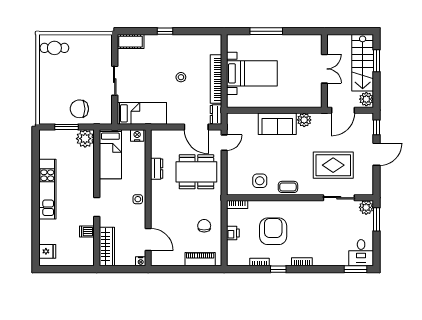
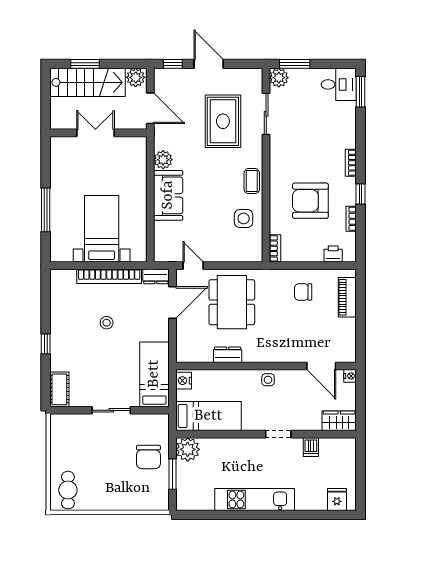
printer: (233, 233) -> (333, 254), moved
door: (148, 239) -> (321, 366), swing flipped
wardrobe: (107, 247) -> (339, 421), width x0.67

